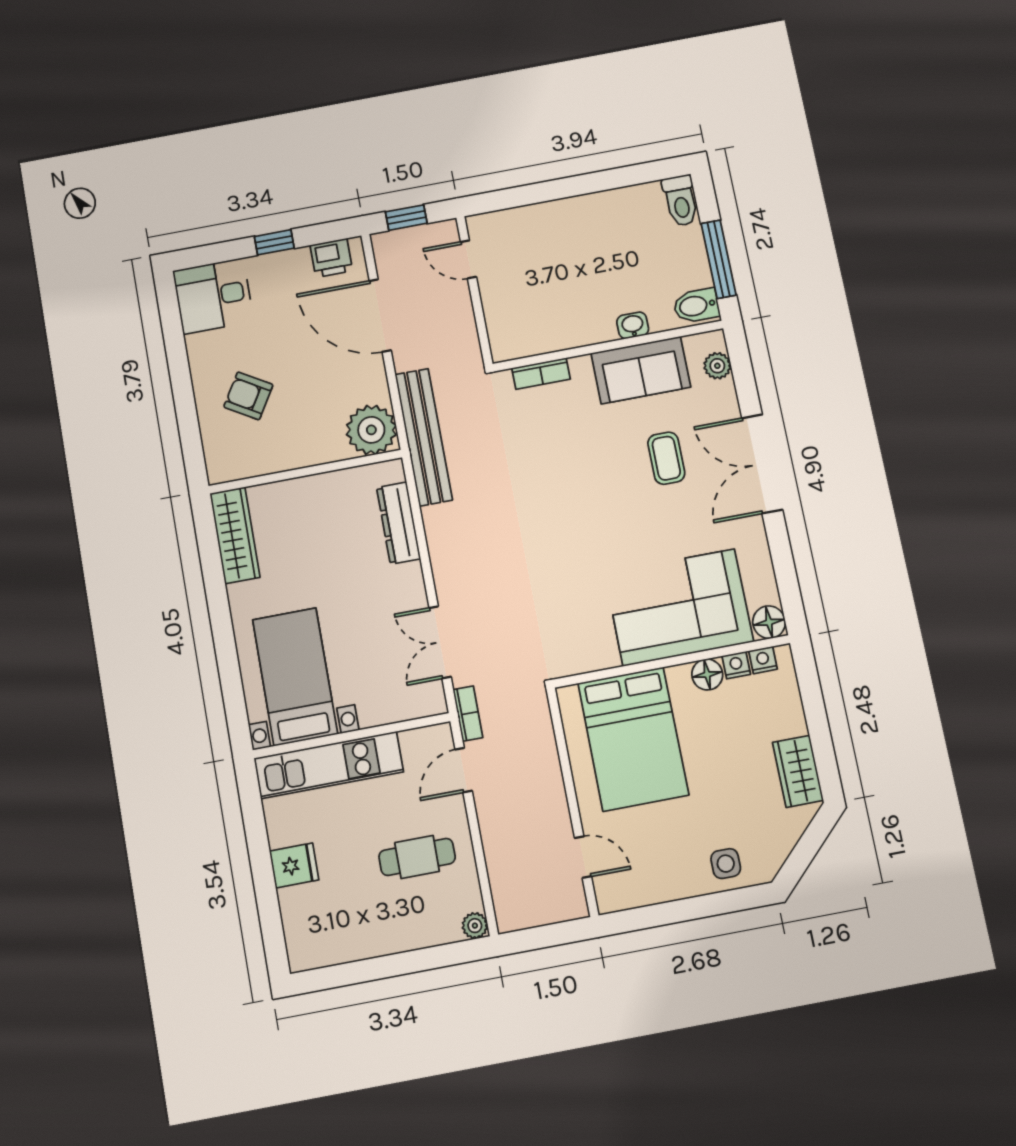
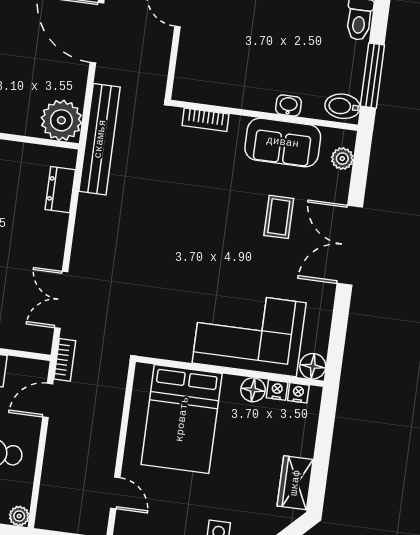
dresser: (399, 523) -> (60, 190), width x0.70

